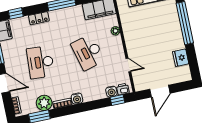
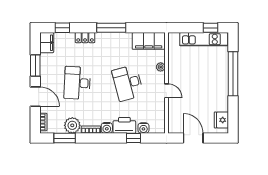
fridge: (181, 58) -> (221, 120), moved
door: (128, 65) -> (166, 91), moved
printer: (123, 89) -> (124, 125), moved, width x1.87, depth x1.48
door: (160, 91) -> (193, 138), swing flipped
window: (117, 100) -> (134, 138), moved

